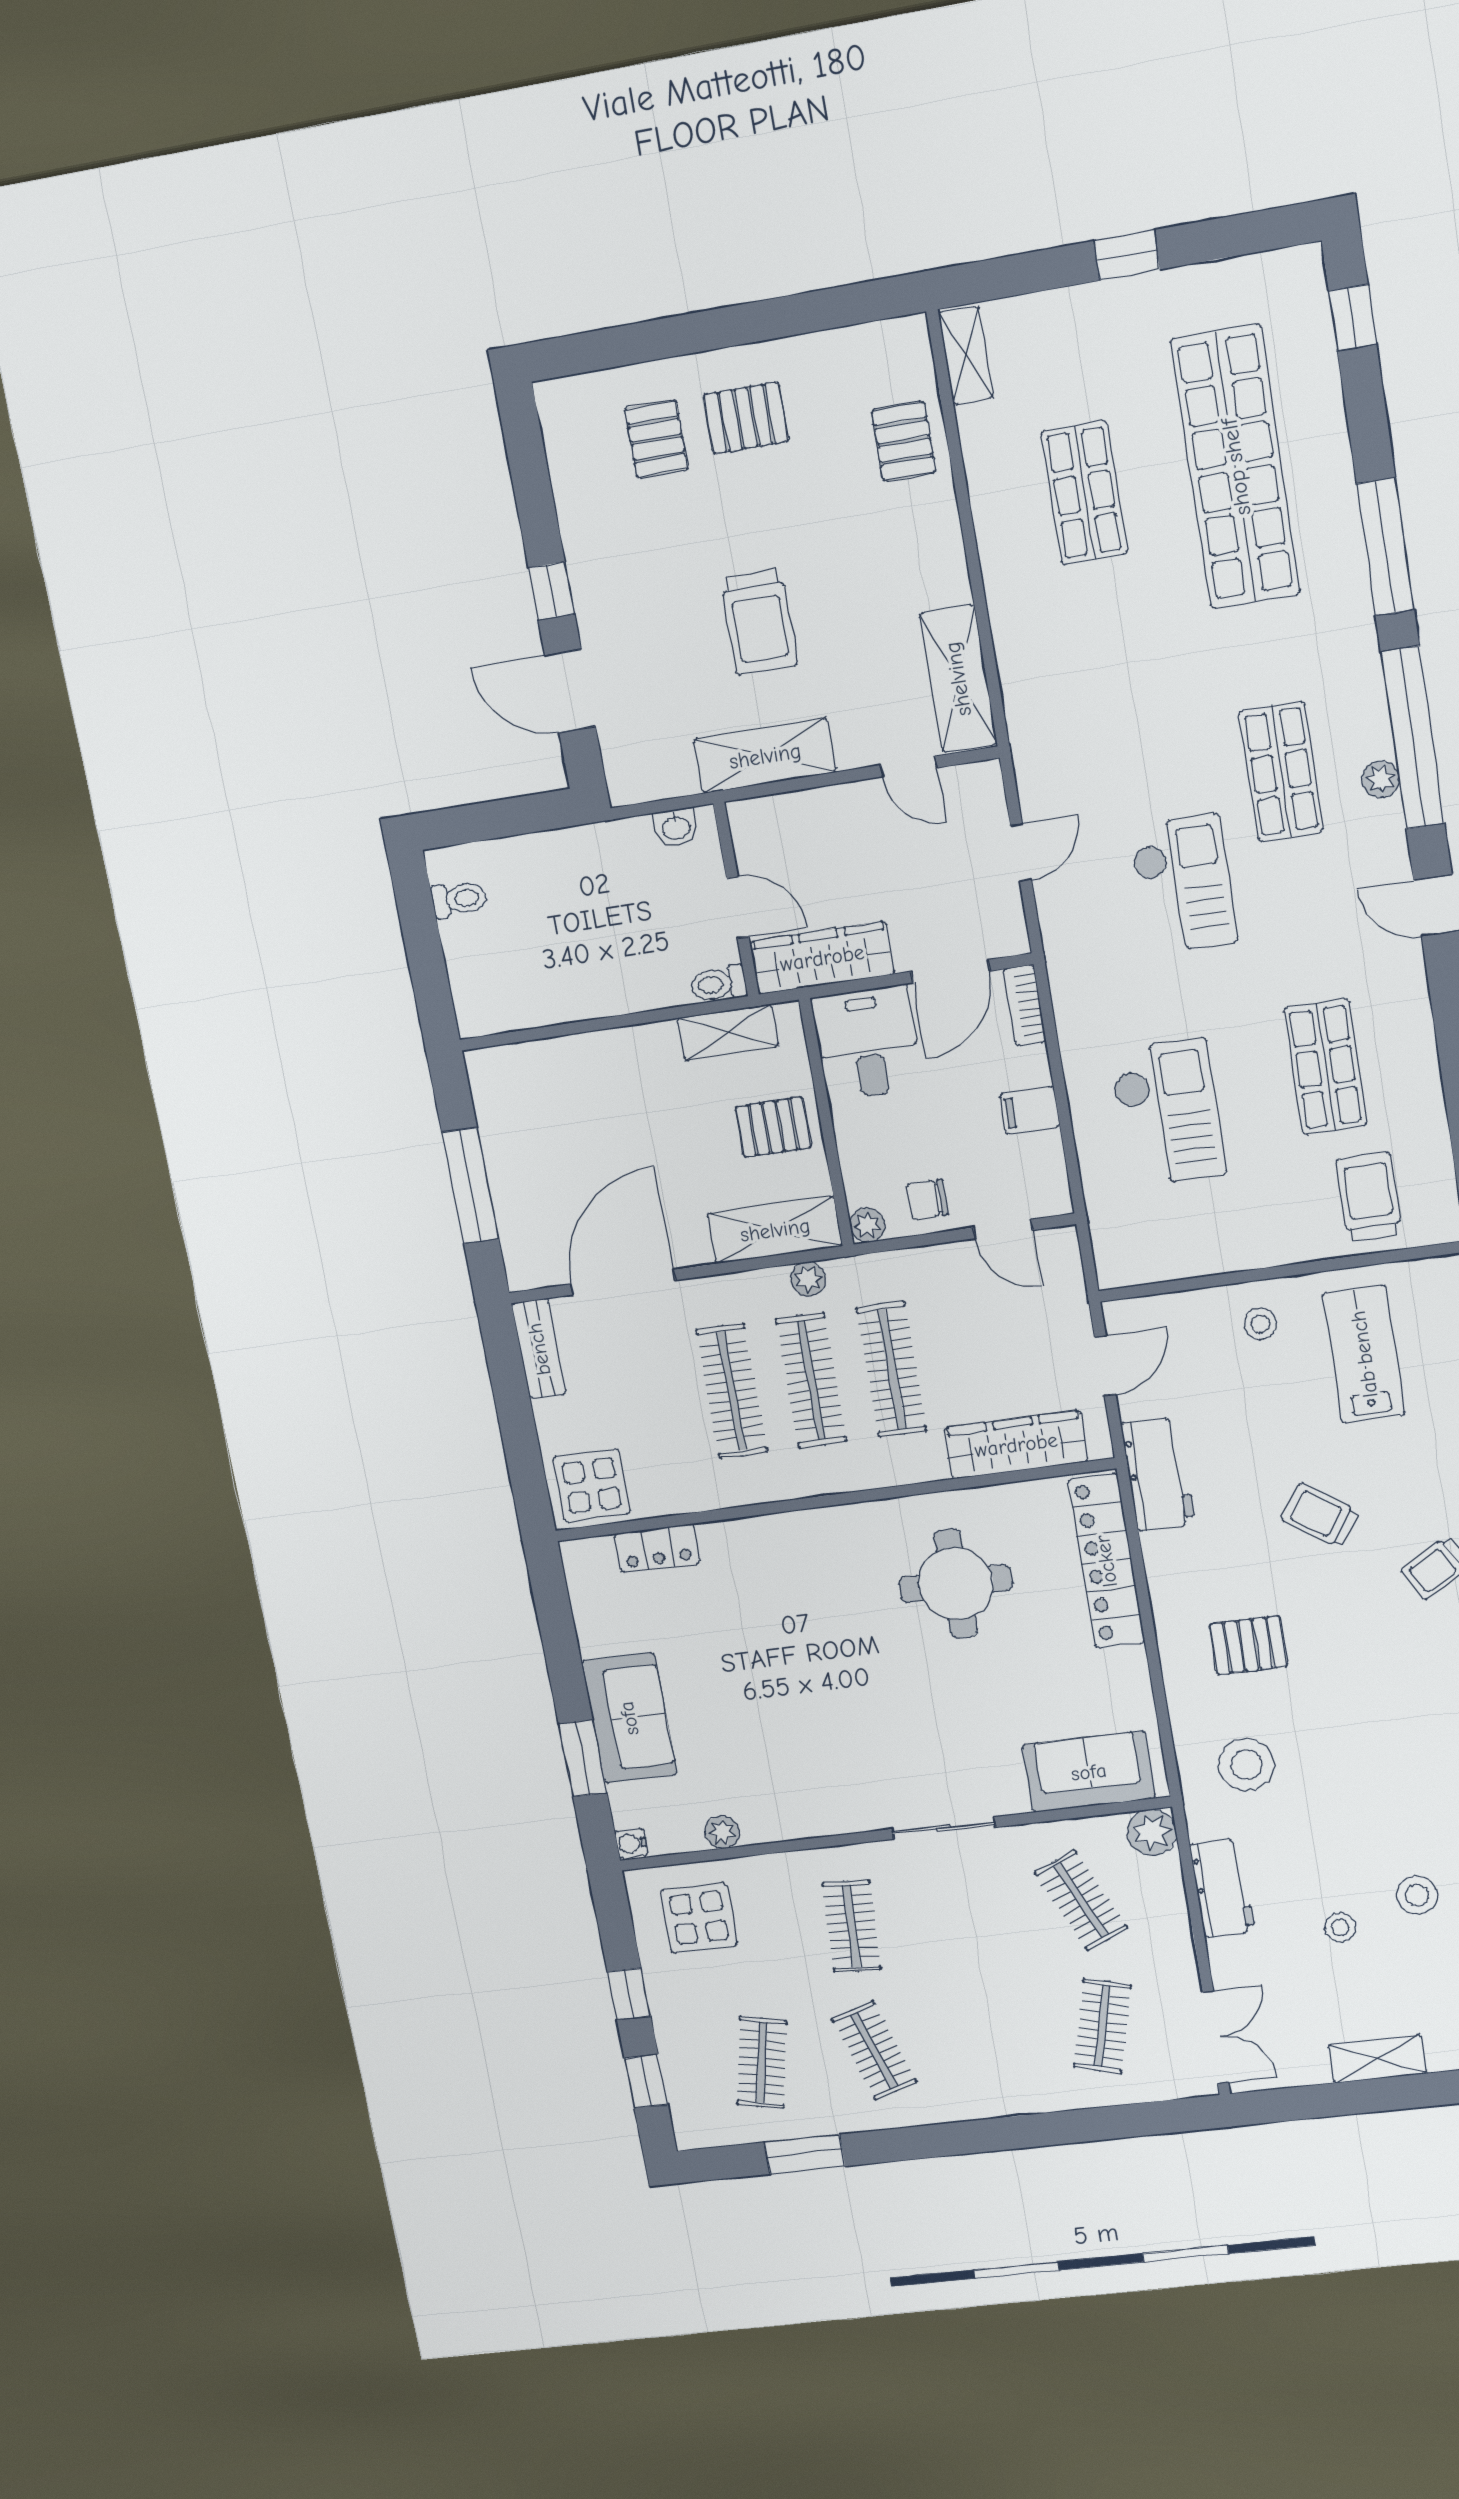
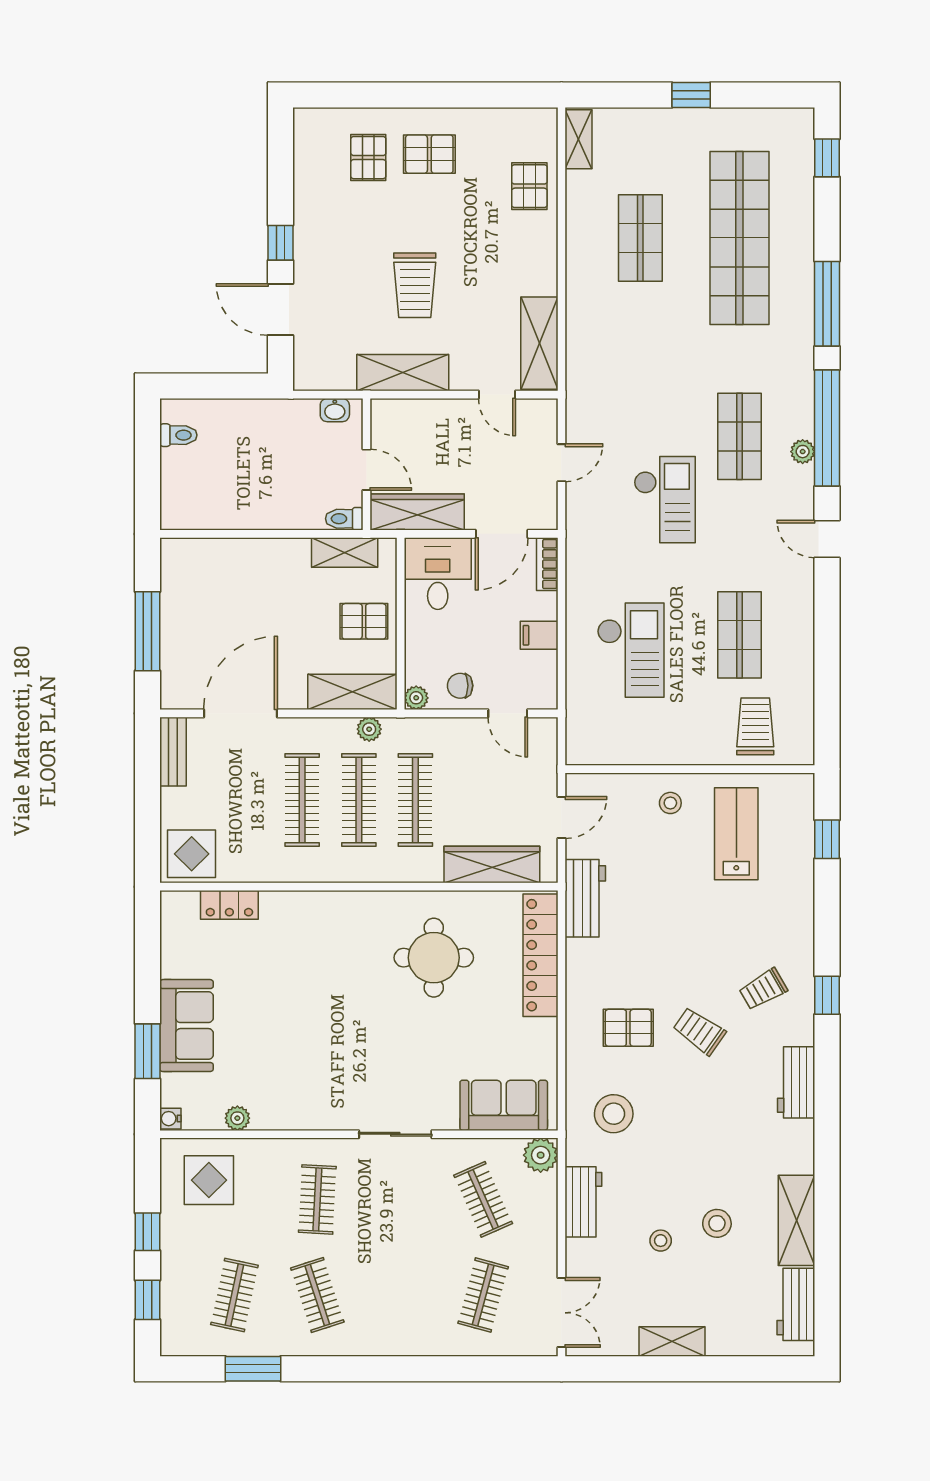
trolley: (1320, 1516) -> (699, 1031), moved

